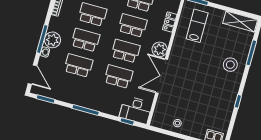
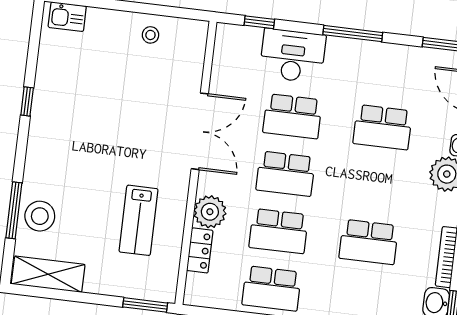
lab bench: (197, 26) -> (139, 220), moved
school desk: (85, 40) -> (376, 185), removed
plant: (160, 49) -> (210, 212), moved
stool: (230, 65) -> (40, 216), moved
desk: (136, 110) -> (293, 56), moved

